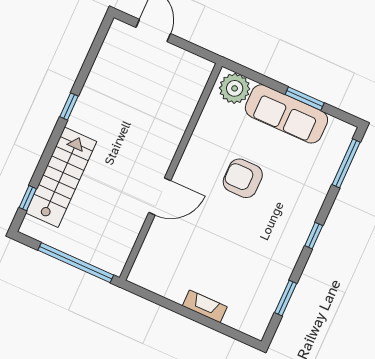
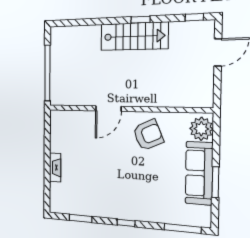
stairs: (61, 177) -> (134, 36), moved
armchair: (243, 178) -> (148, 135), moved, turned 66
door: (160, 197) -> (108, 109), hinge flipped
window: (28, 198) -> (194, 17), moved

